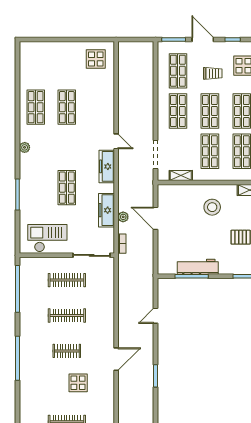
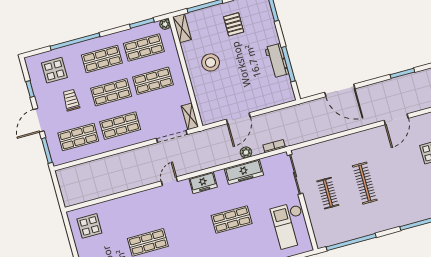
freezer: (107, 166) -> (203, 183), width x0.71
shelving: (181, 176) -> (190, 116), moved
workbench: (198, 267) -> (277, 61), width x0.73
clothes rail: (67, 280) -> (328, 193), width x0.73
door: (156, 316) -> (340, 90), width x1.88
clothes rail: (67, 351) -> (402, 173), removed
door: (116, 359) -> (396, 119), swing flipped

